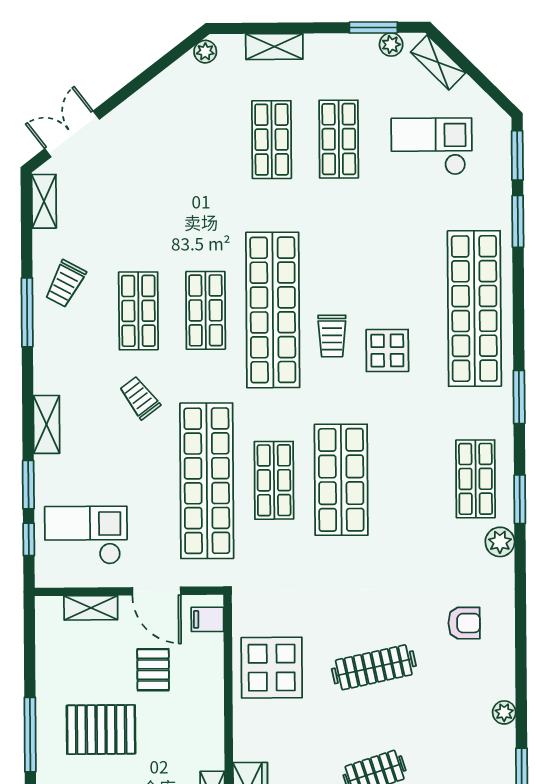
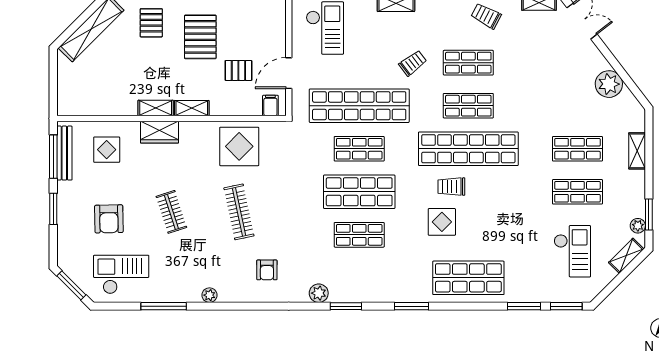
plant: (205, 52) -> (609, 84), moved, width x1.87, depth x1.87
shop shelf: (474, 308) -> (468, 278), width x0.71
shop shelf: (476, 479) -> (359, 235), moved
shelving: (91, 608) -> (192, 108), moved, turned 90

